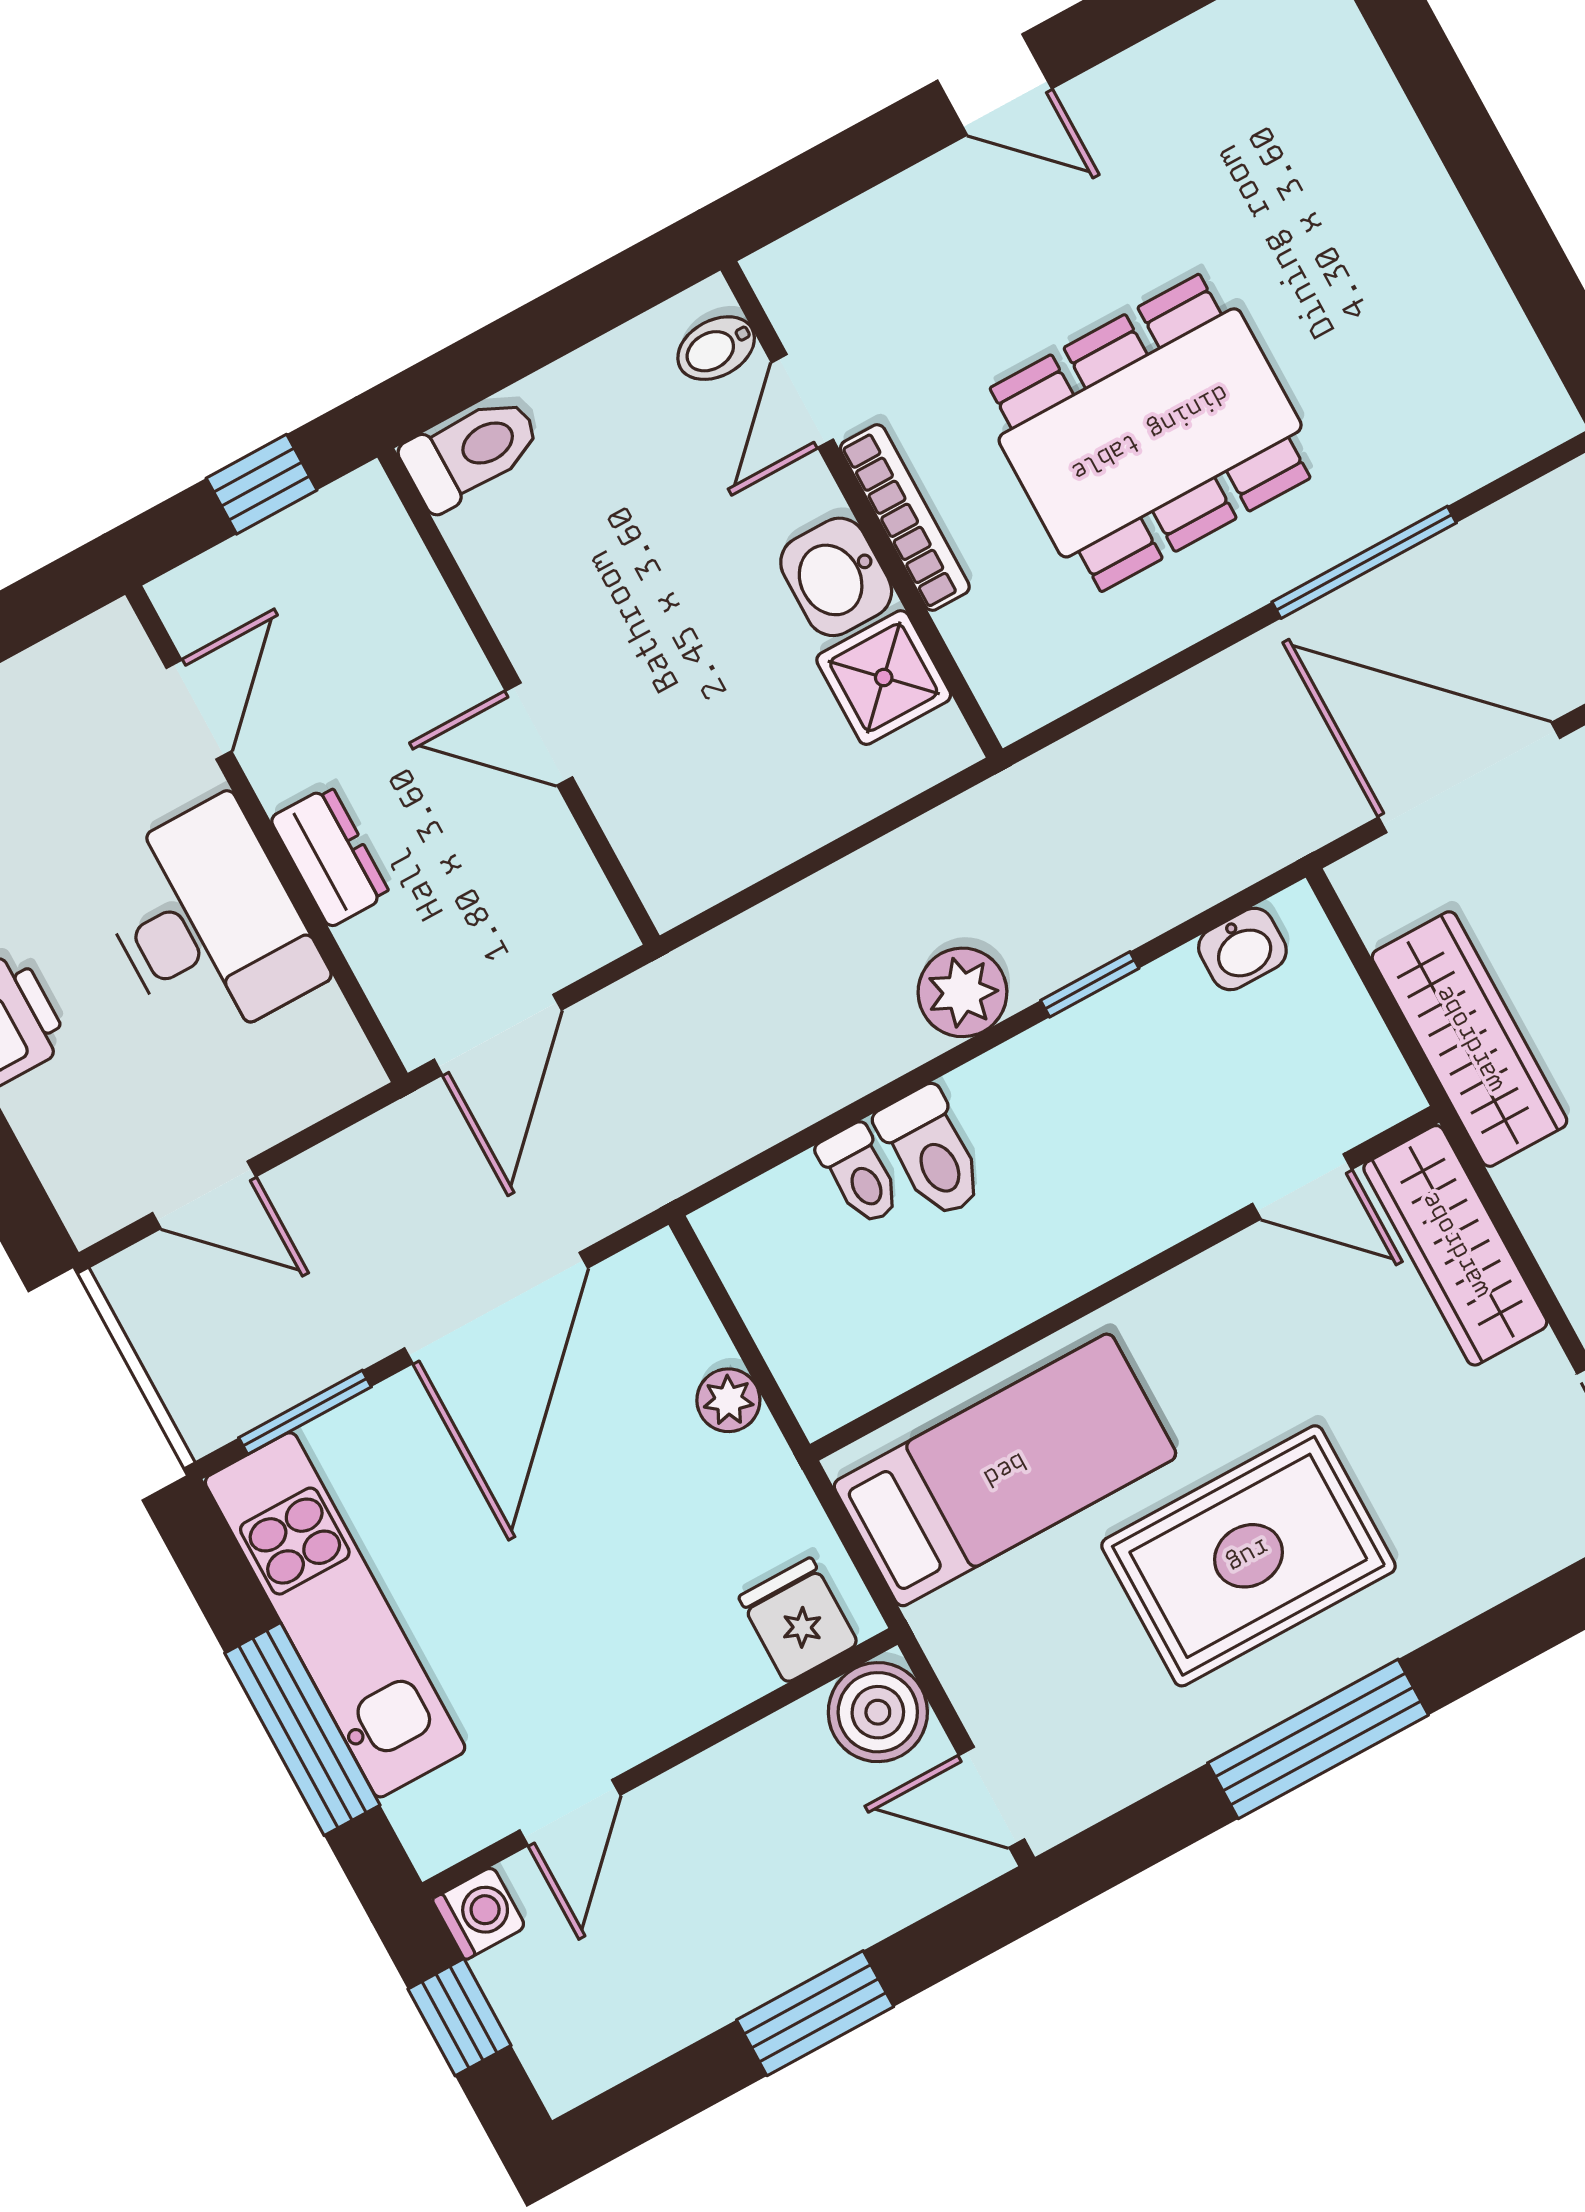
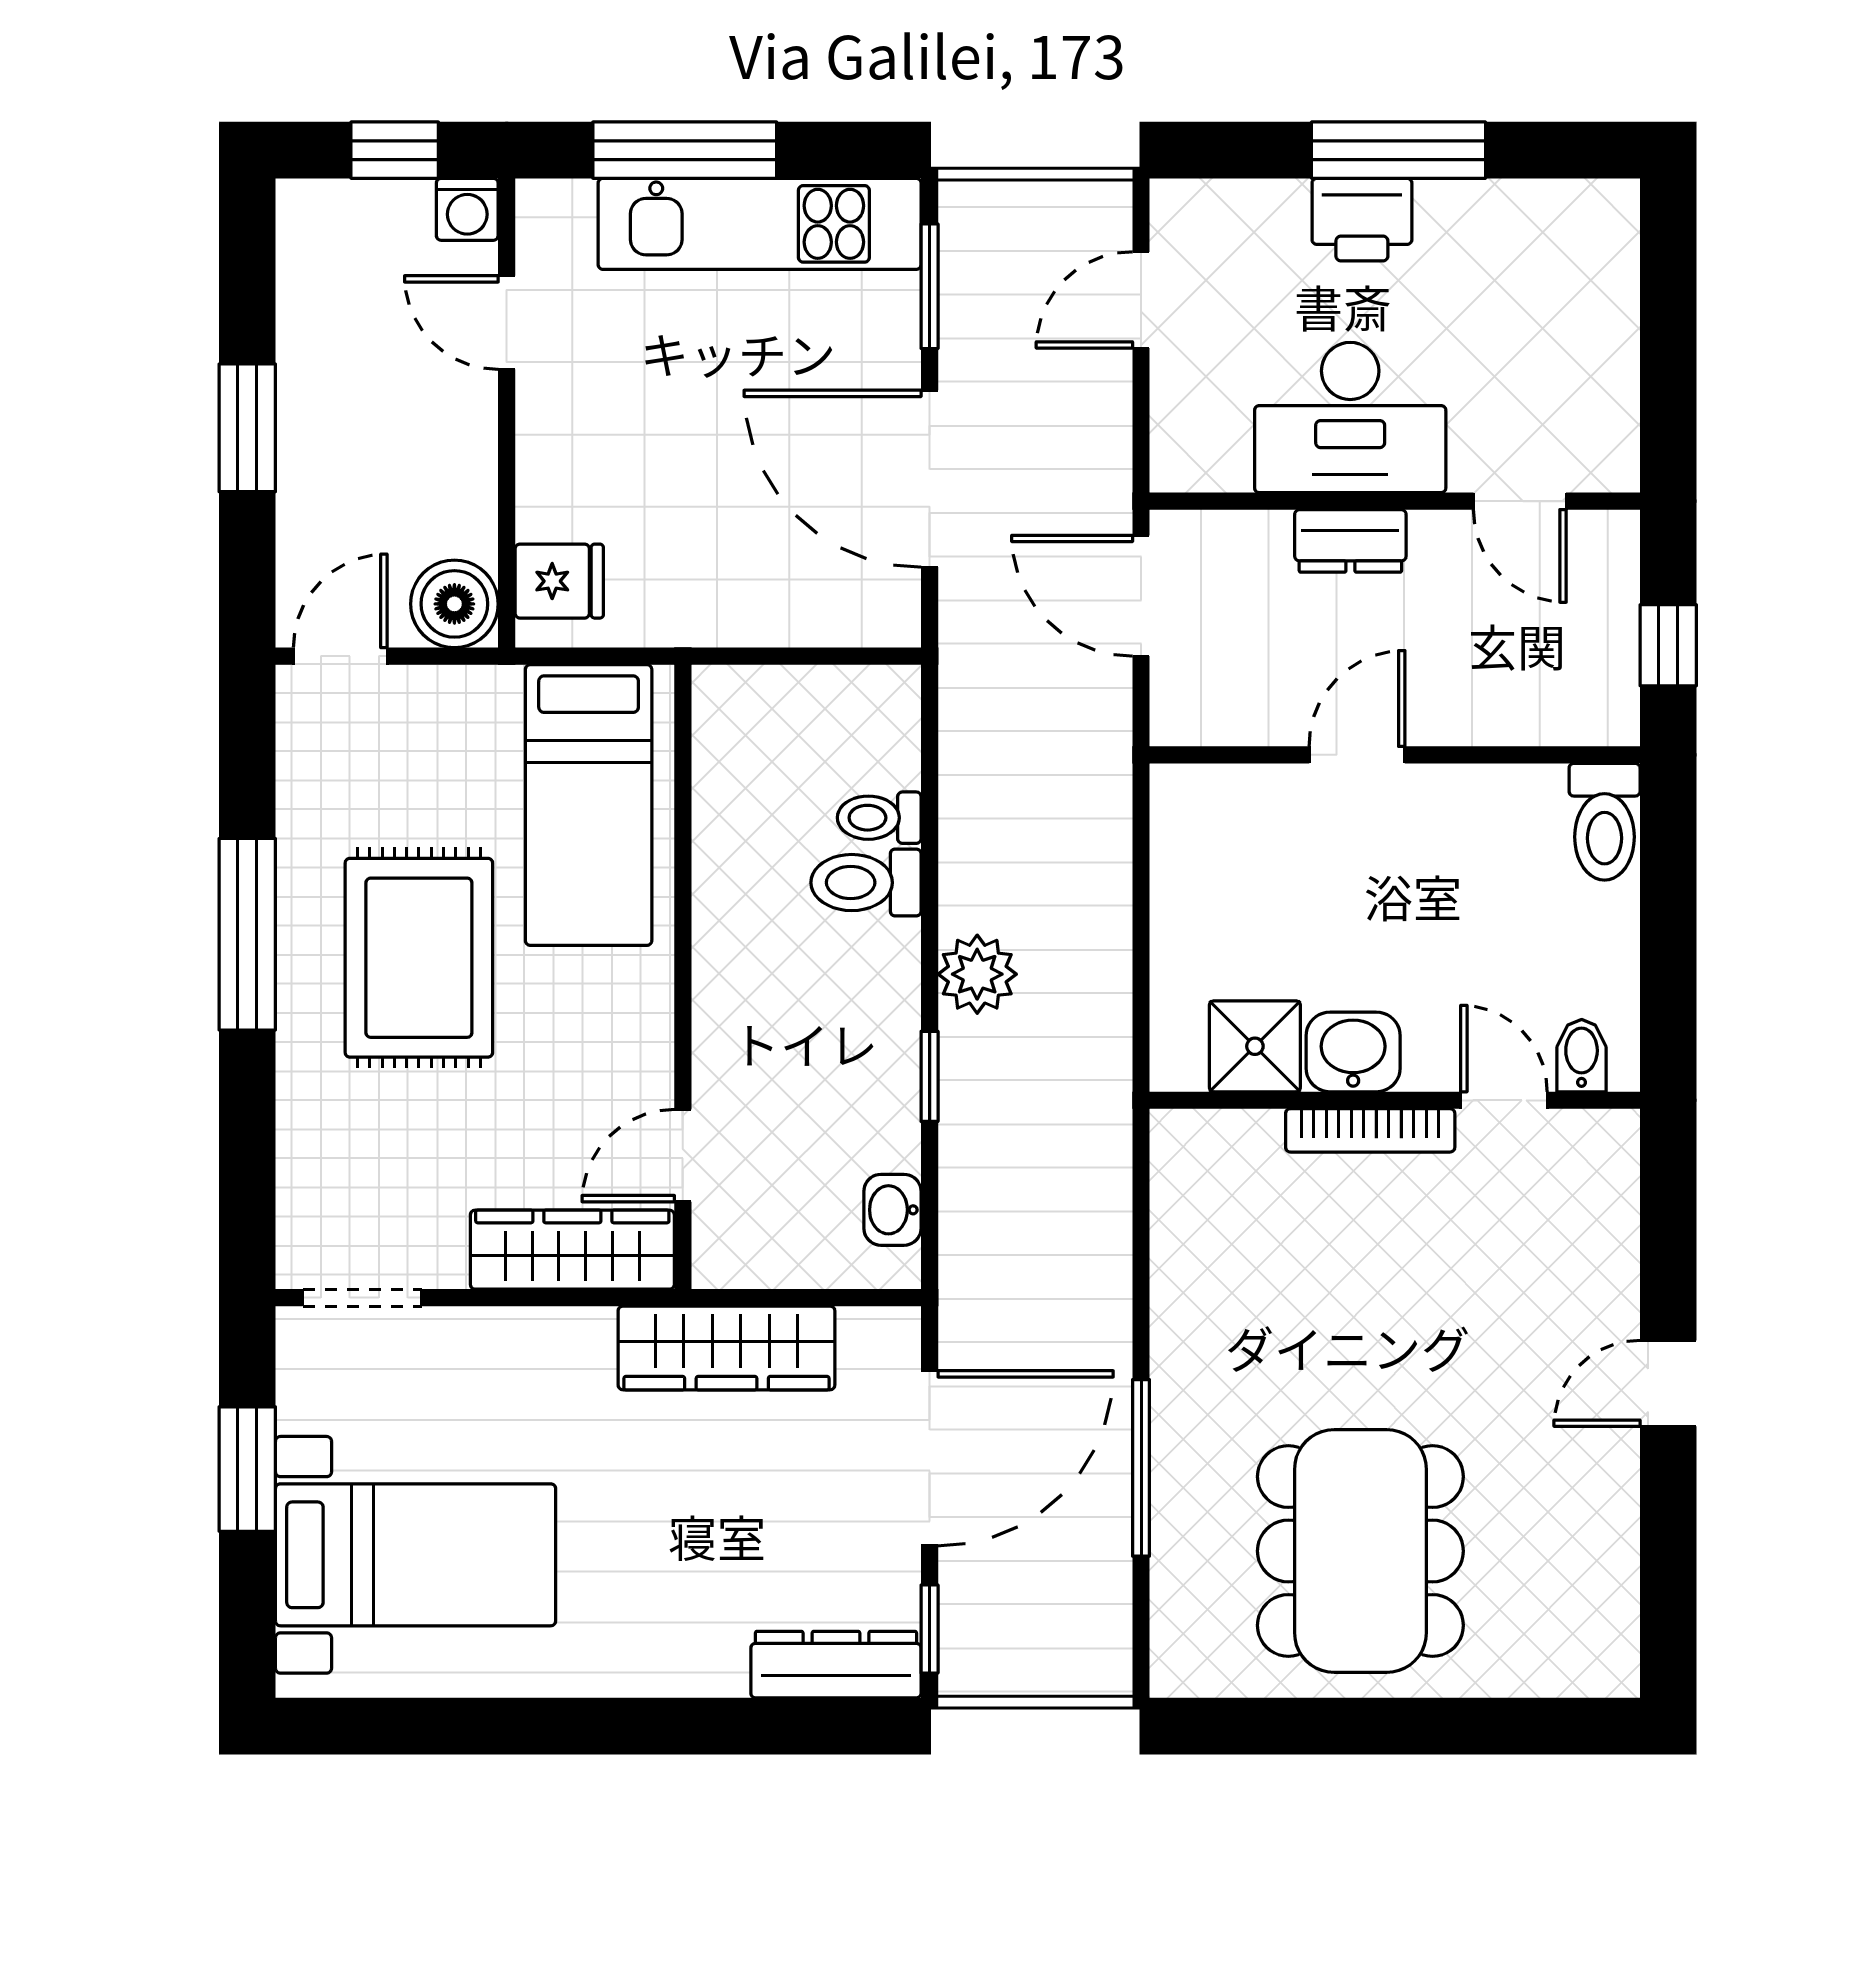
dining table: (1150, 433) -> (1360, 1551), moved
plant: (728, 1400) -> (760, 620), removed

